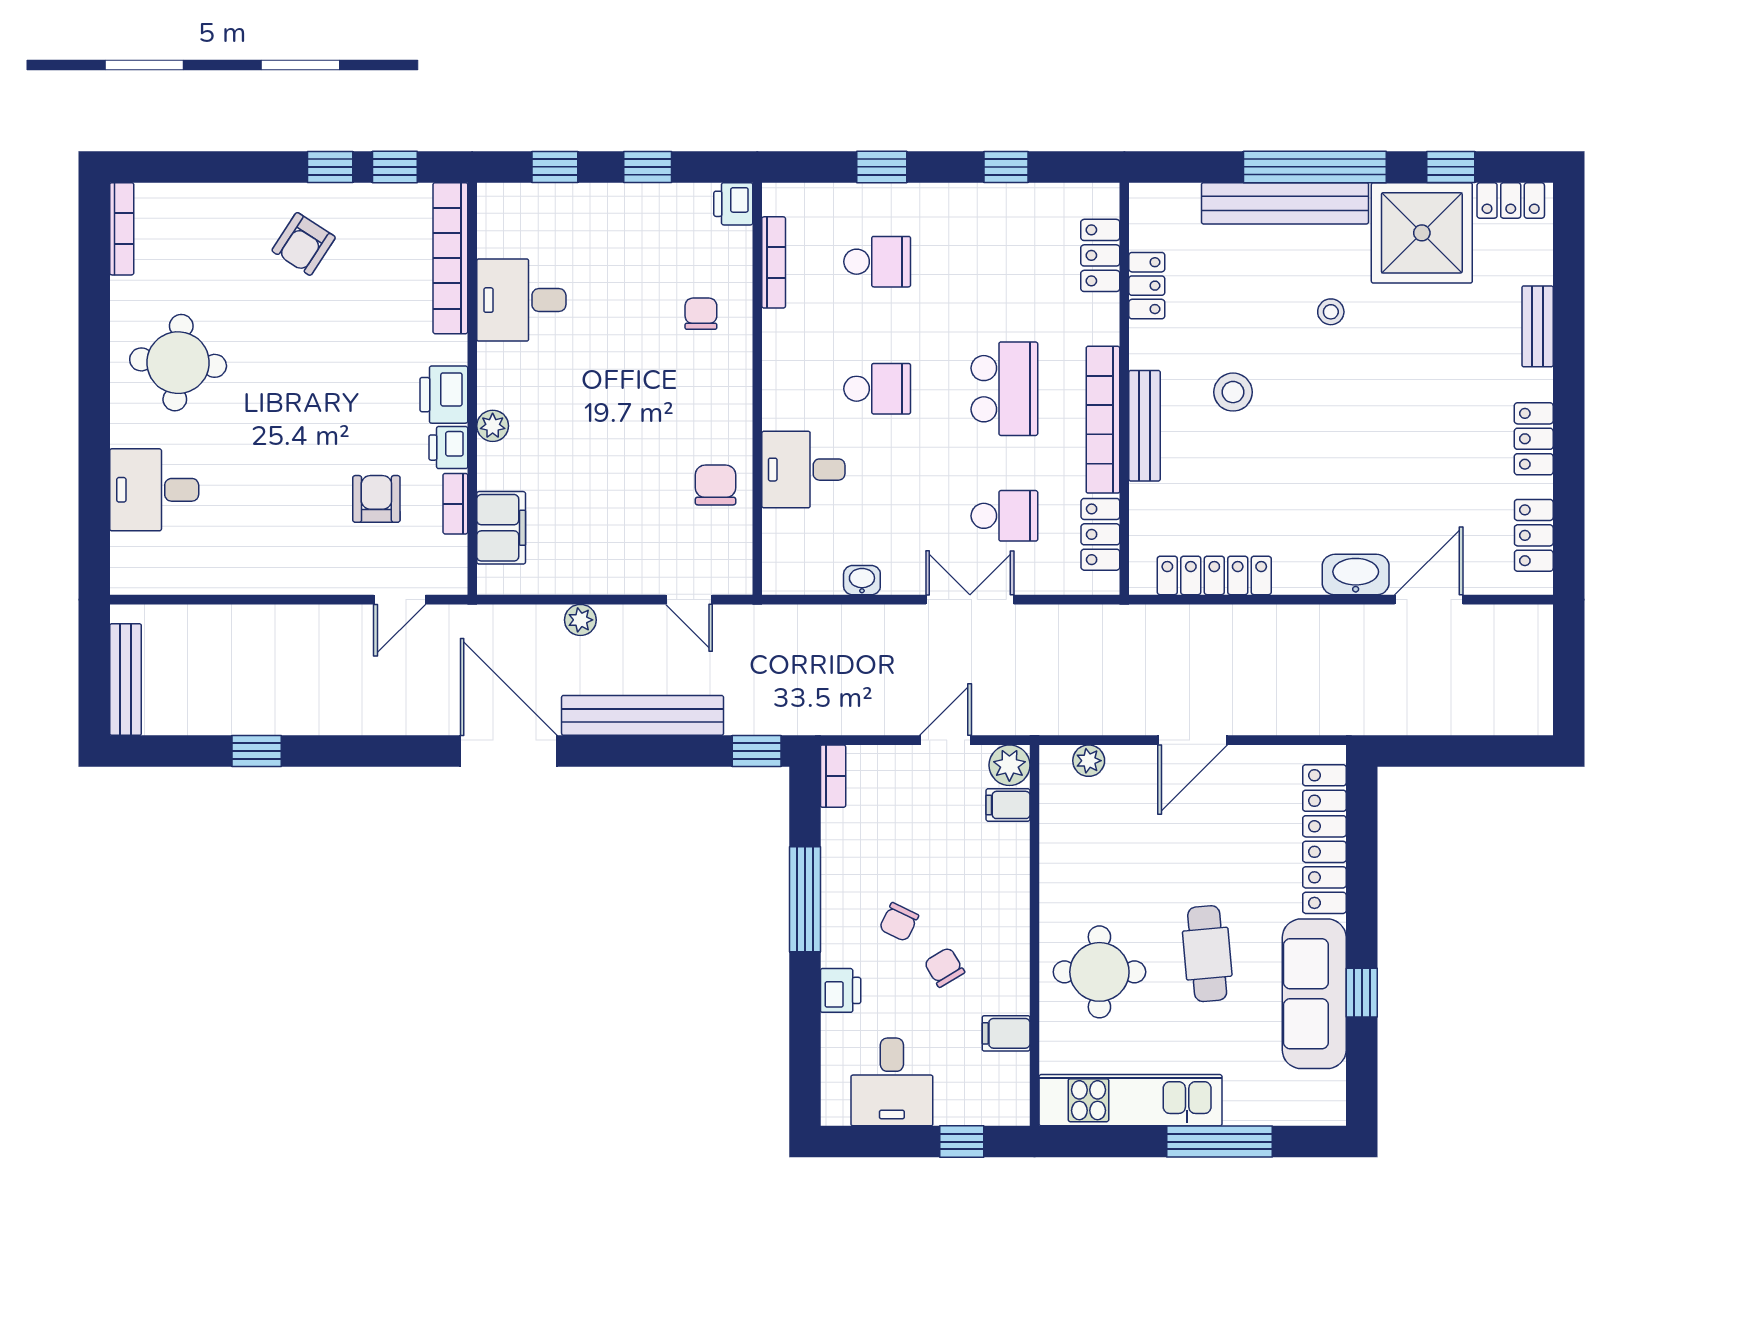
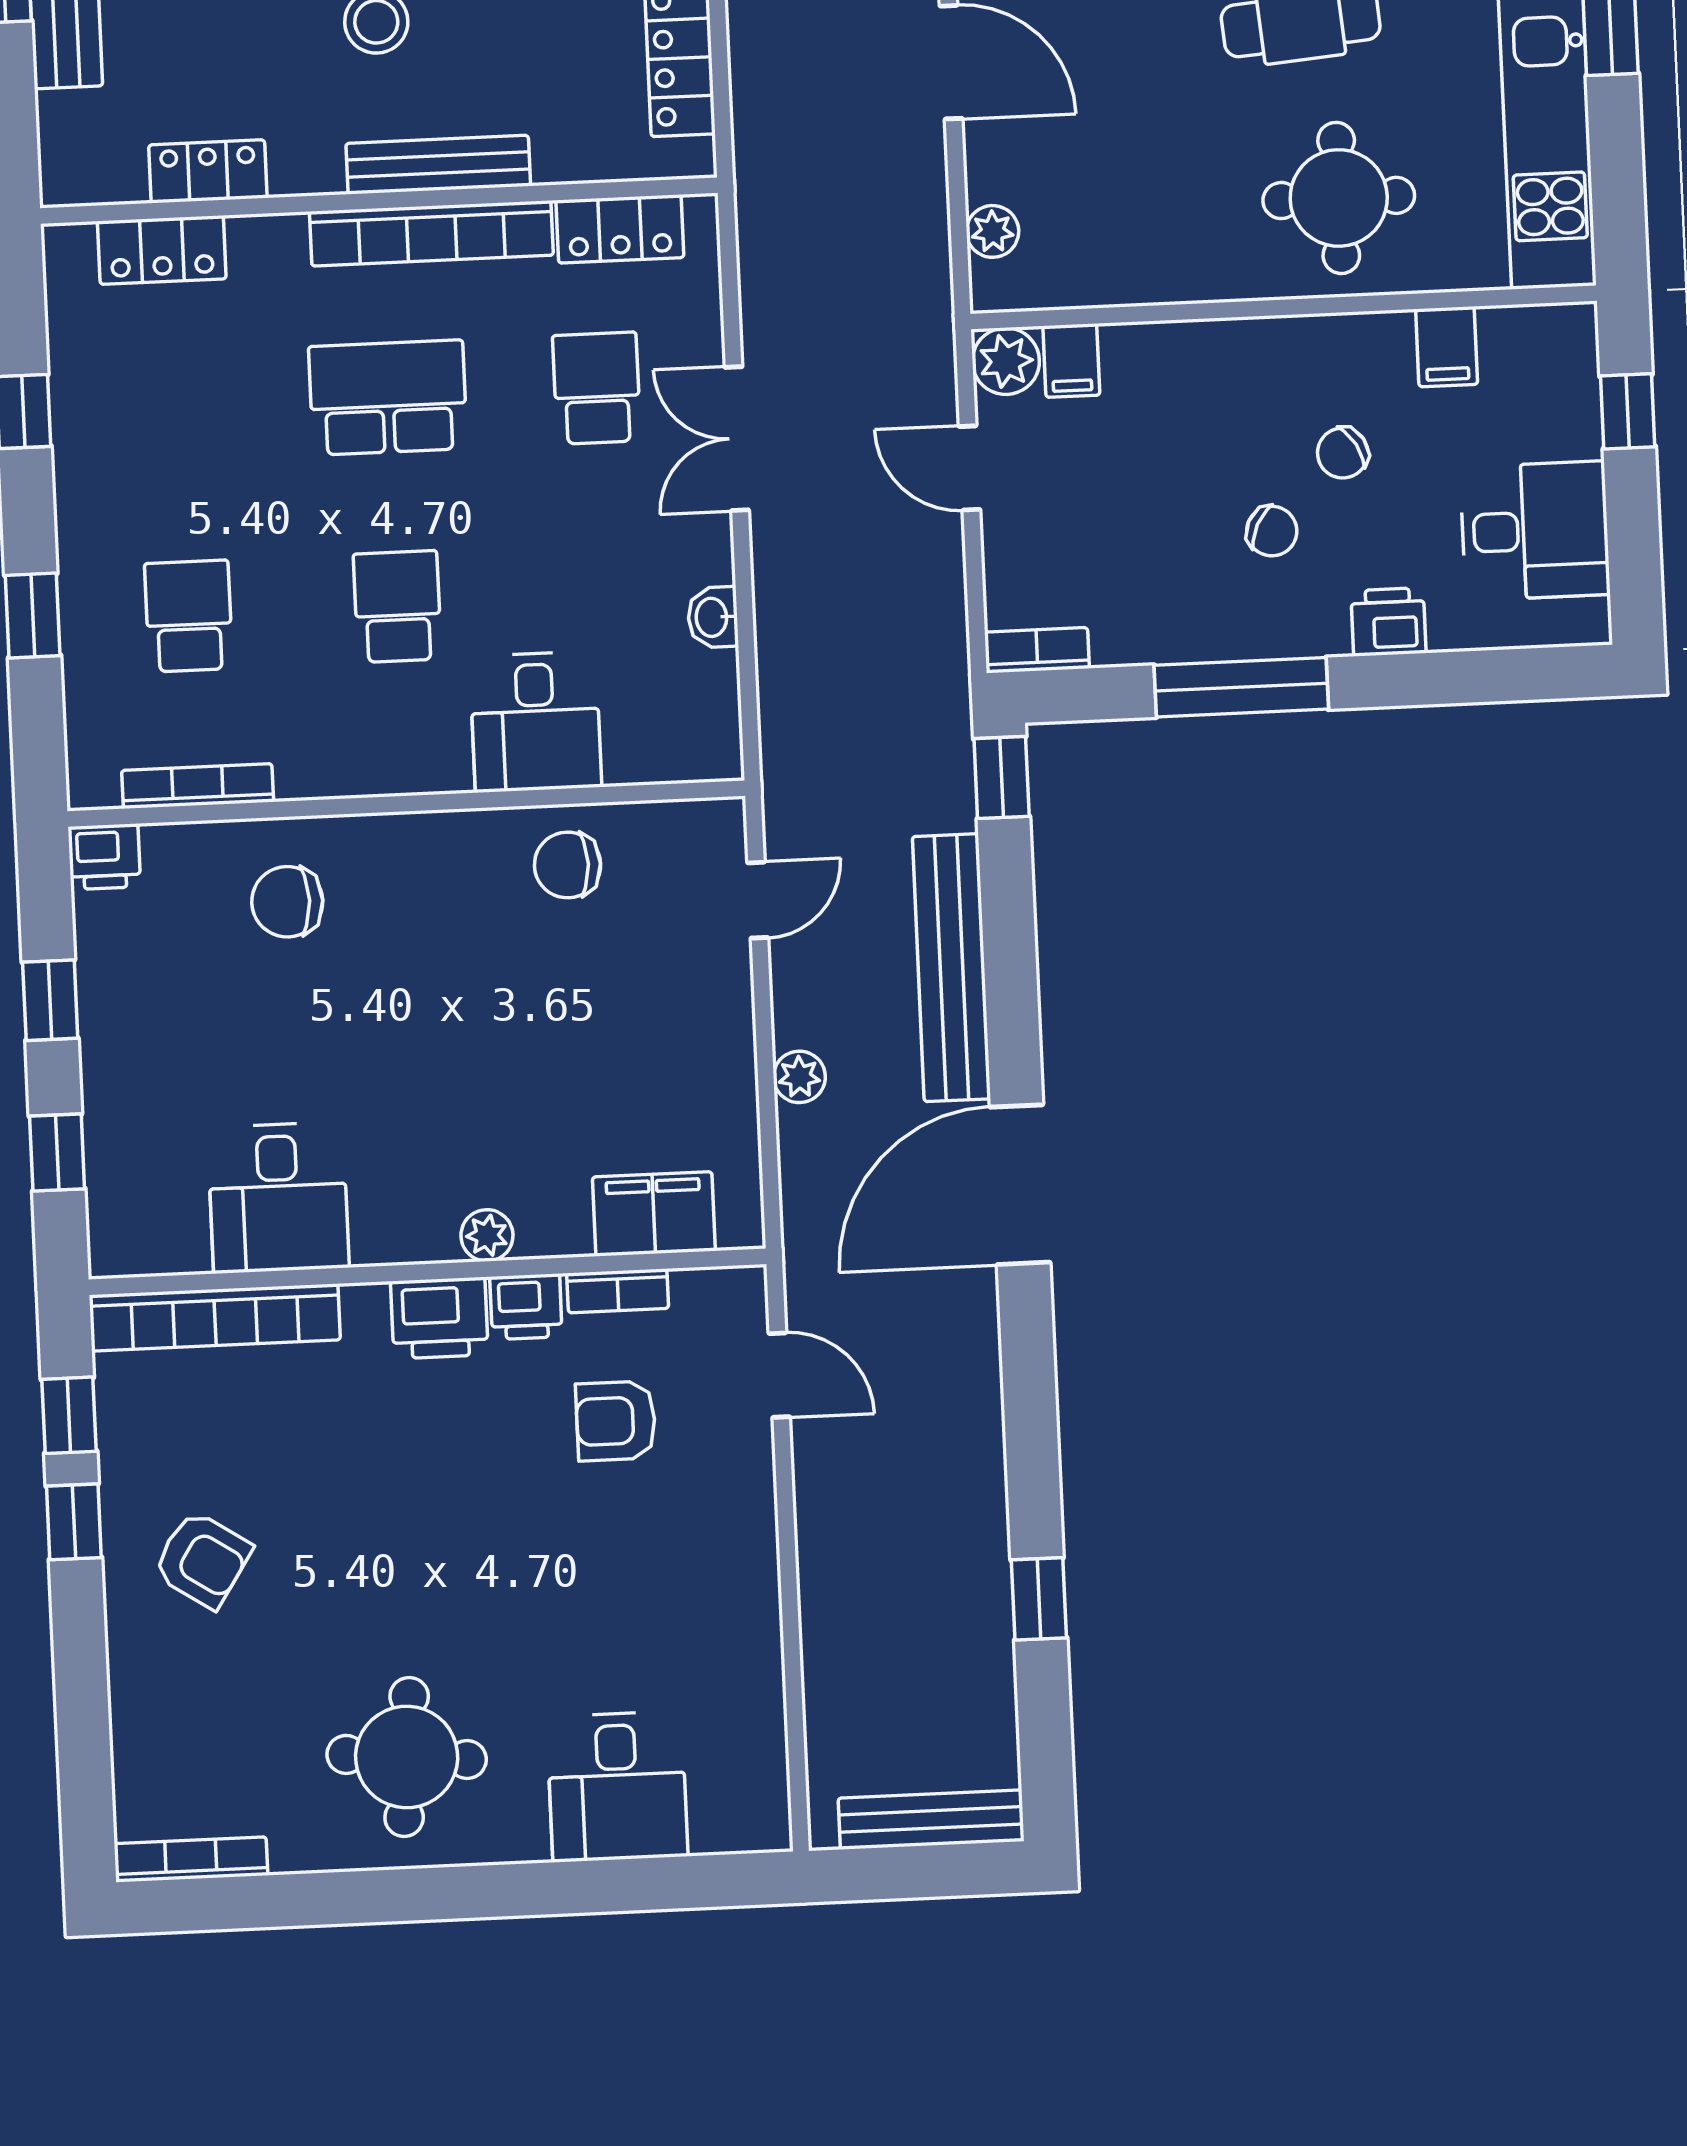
chair: (701, 314) -> (287, 902), width x1.37, depth x1.37

